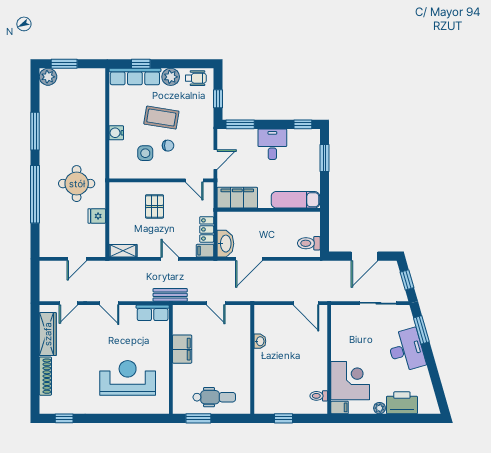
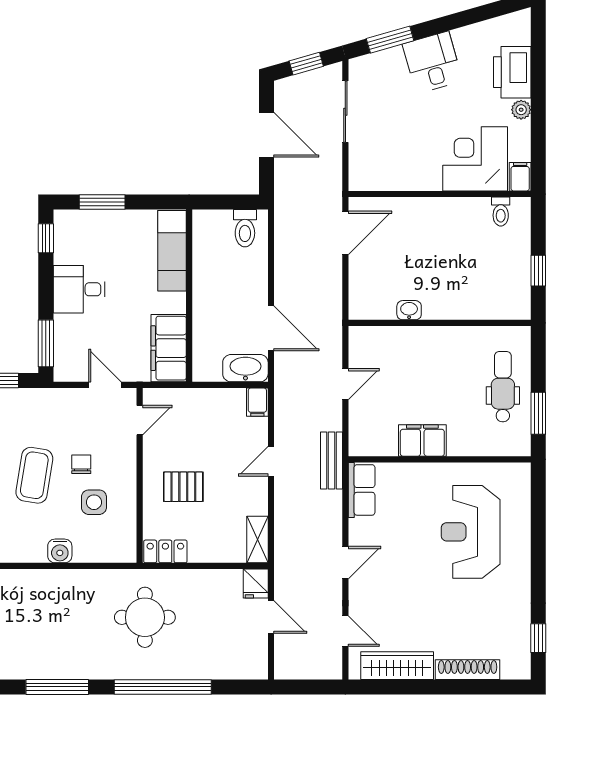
fridge: (97, 216) -> (256, 584), moved
locker: (207, 229) -> (165, 551), moved, turned 180
desk: (406, 350) -> (433, 62), width x0.73

